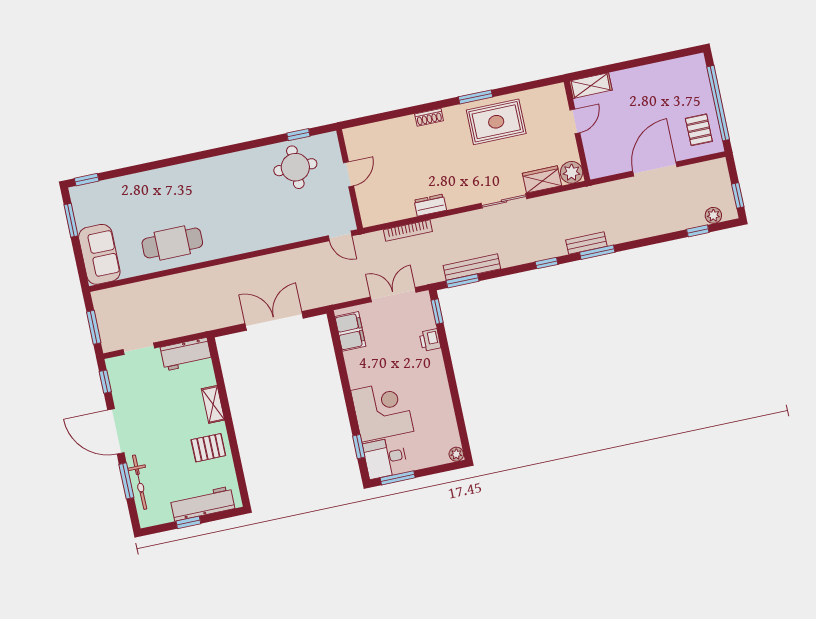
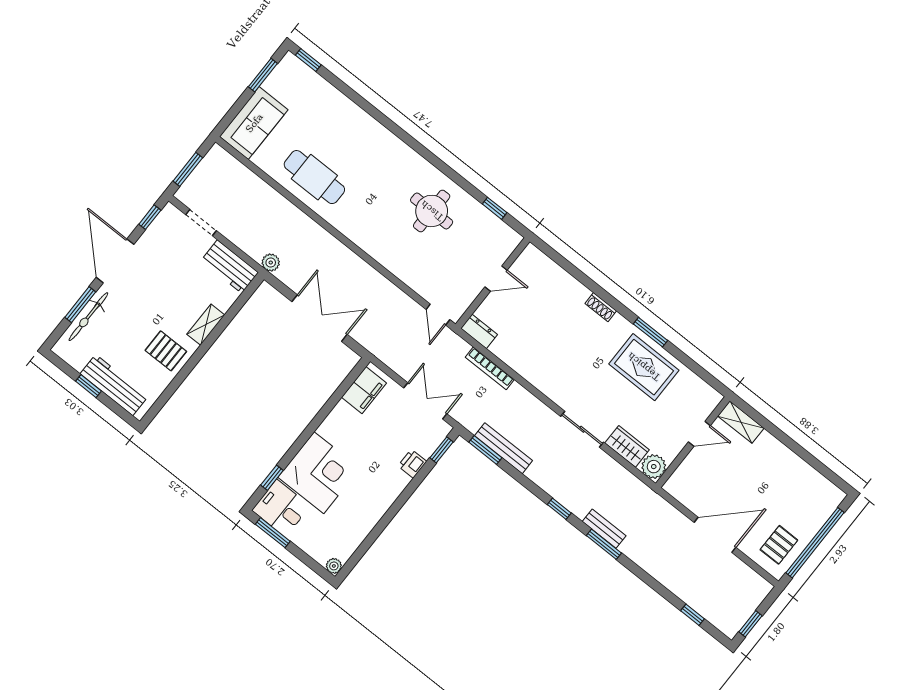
round table: (295, 167) -> (432, 211), moved
dresser: (430, 205) -> (479, 331), moved
plant: (713, 215) -> (271, 263), moved

